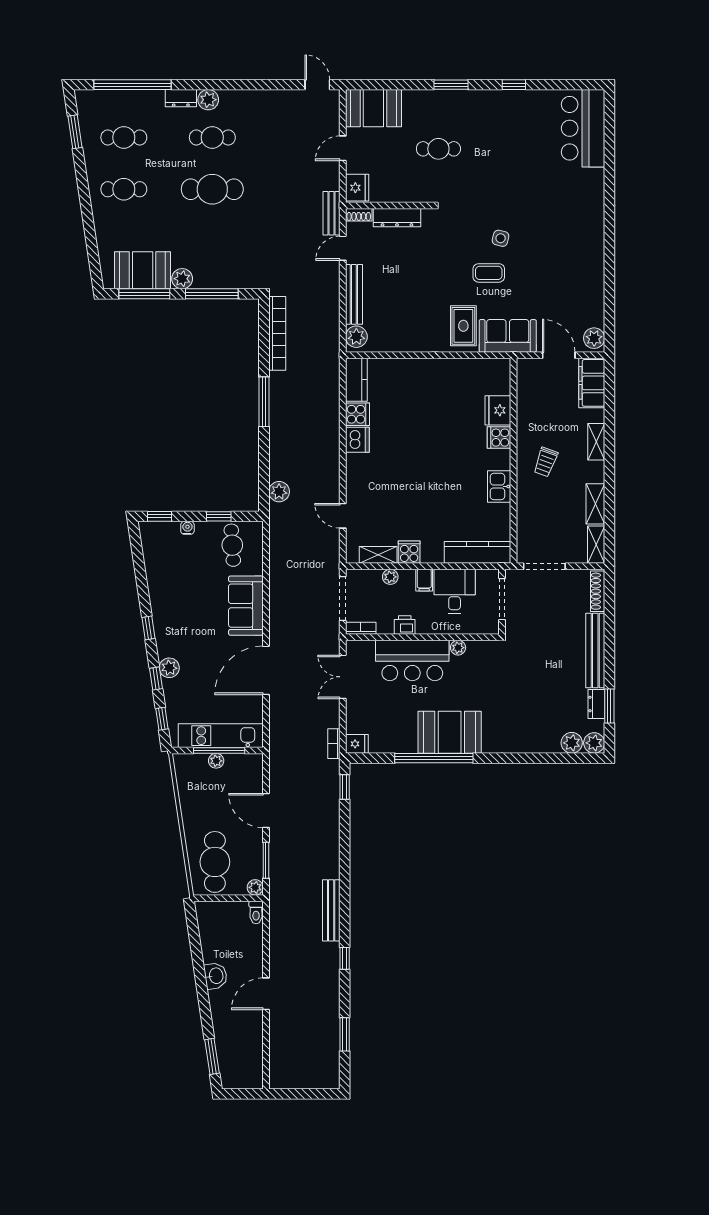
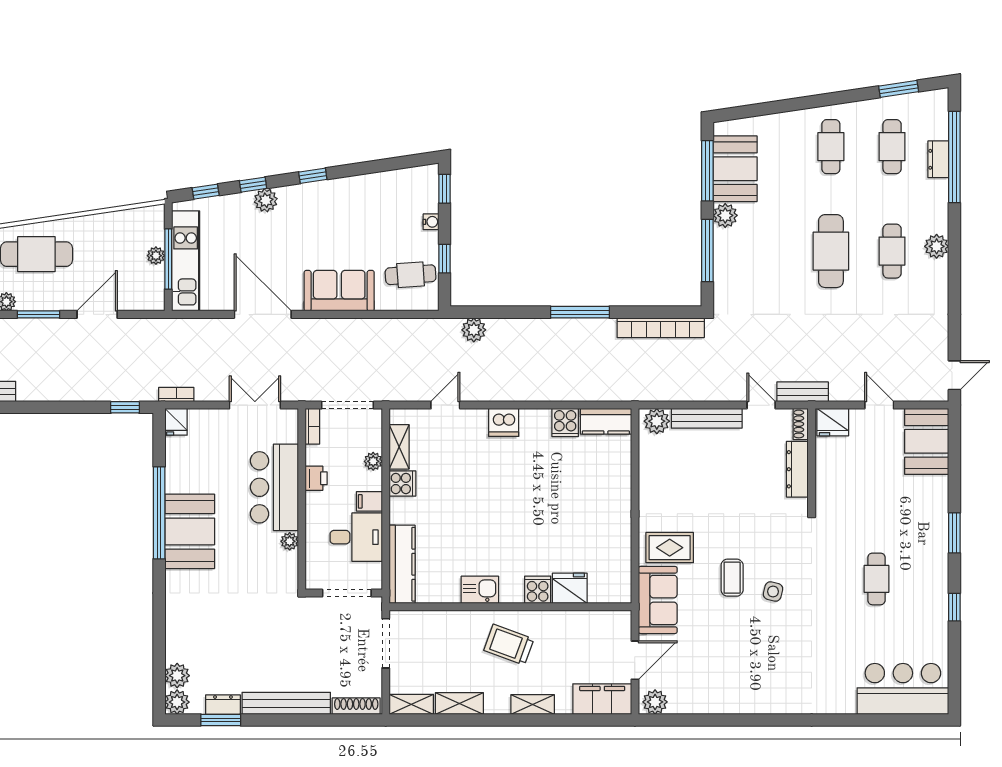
dresser: (181, 98) -> (938, 159), moved
cafe table: (438, 149) -> (876, 579), moved
dishwasher: (357, 440) -> (504, 422), moved
trolley: (546, 462) -> (509, 645), width x1.36, depth x1.39

